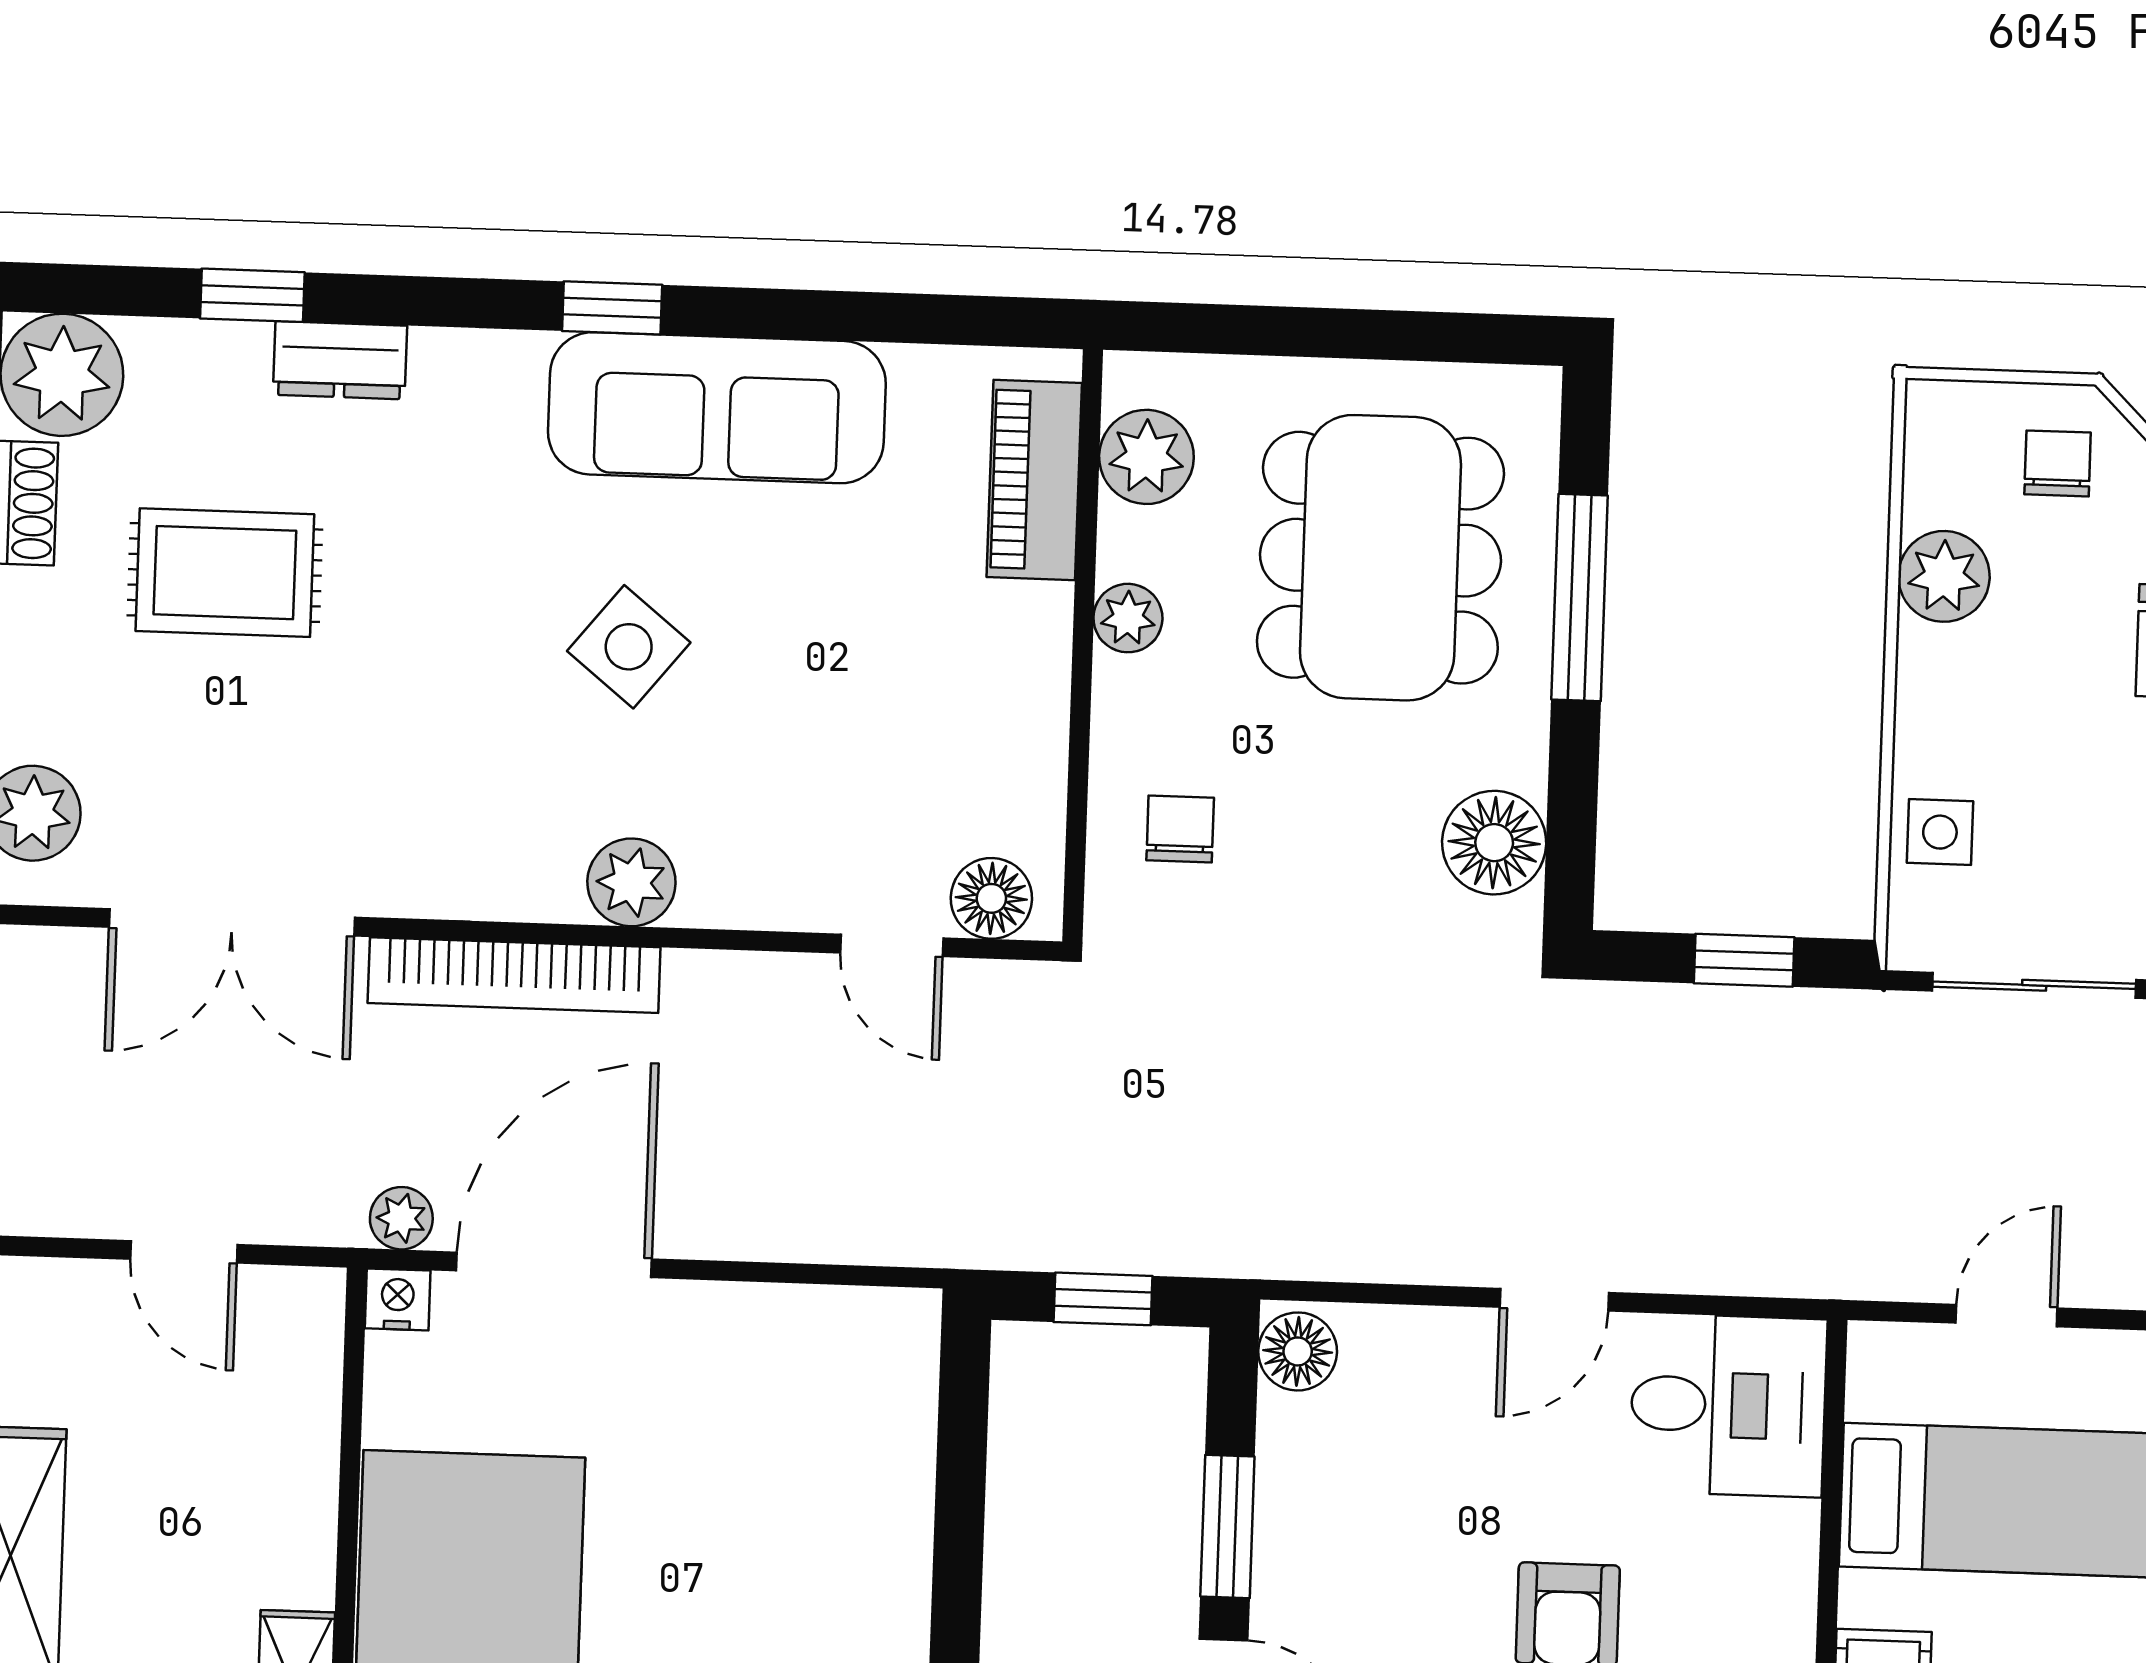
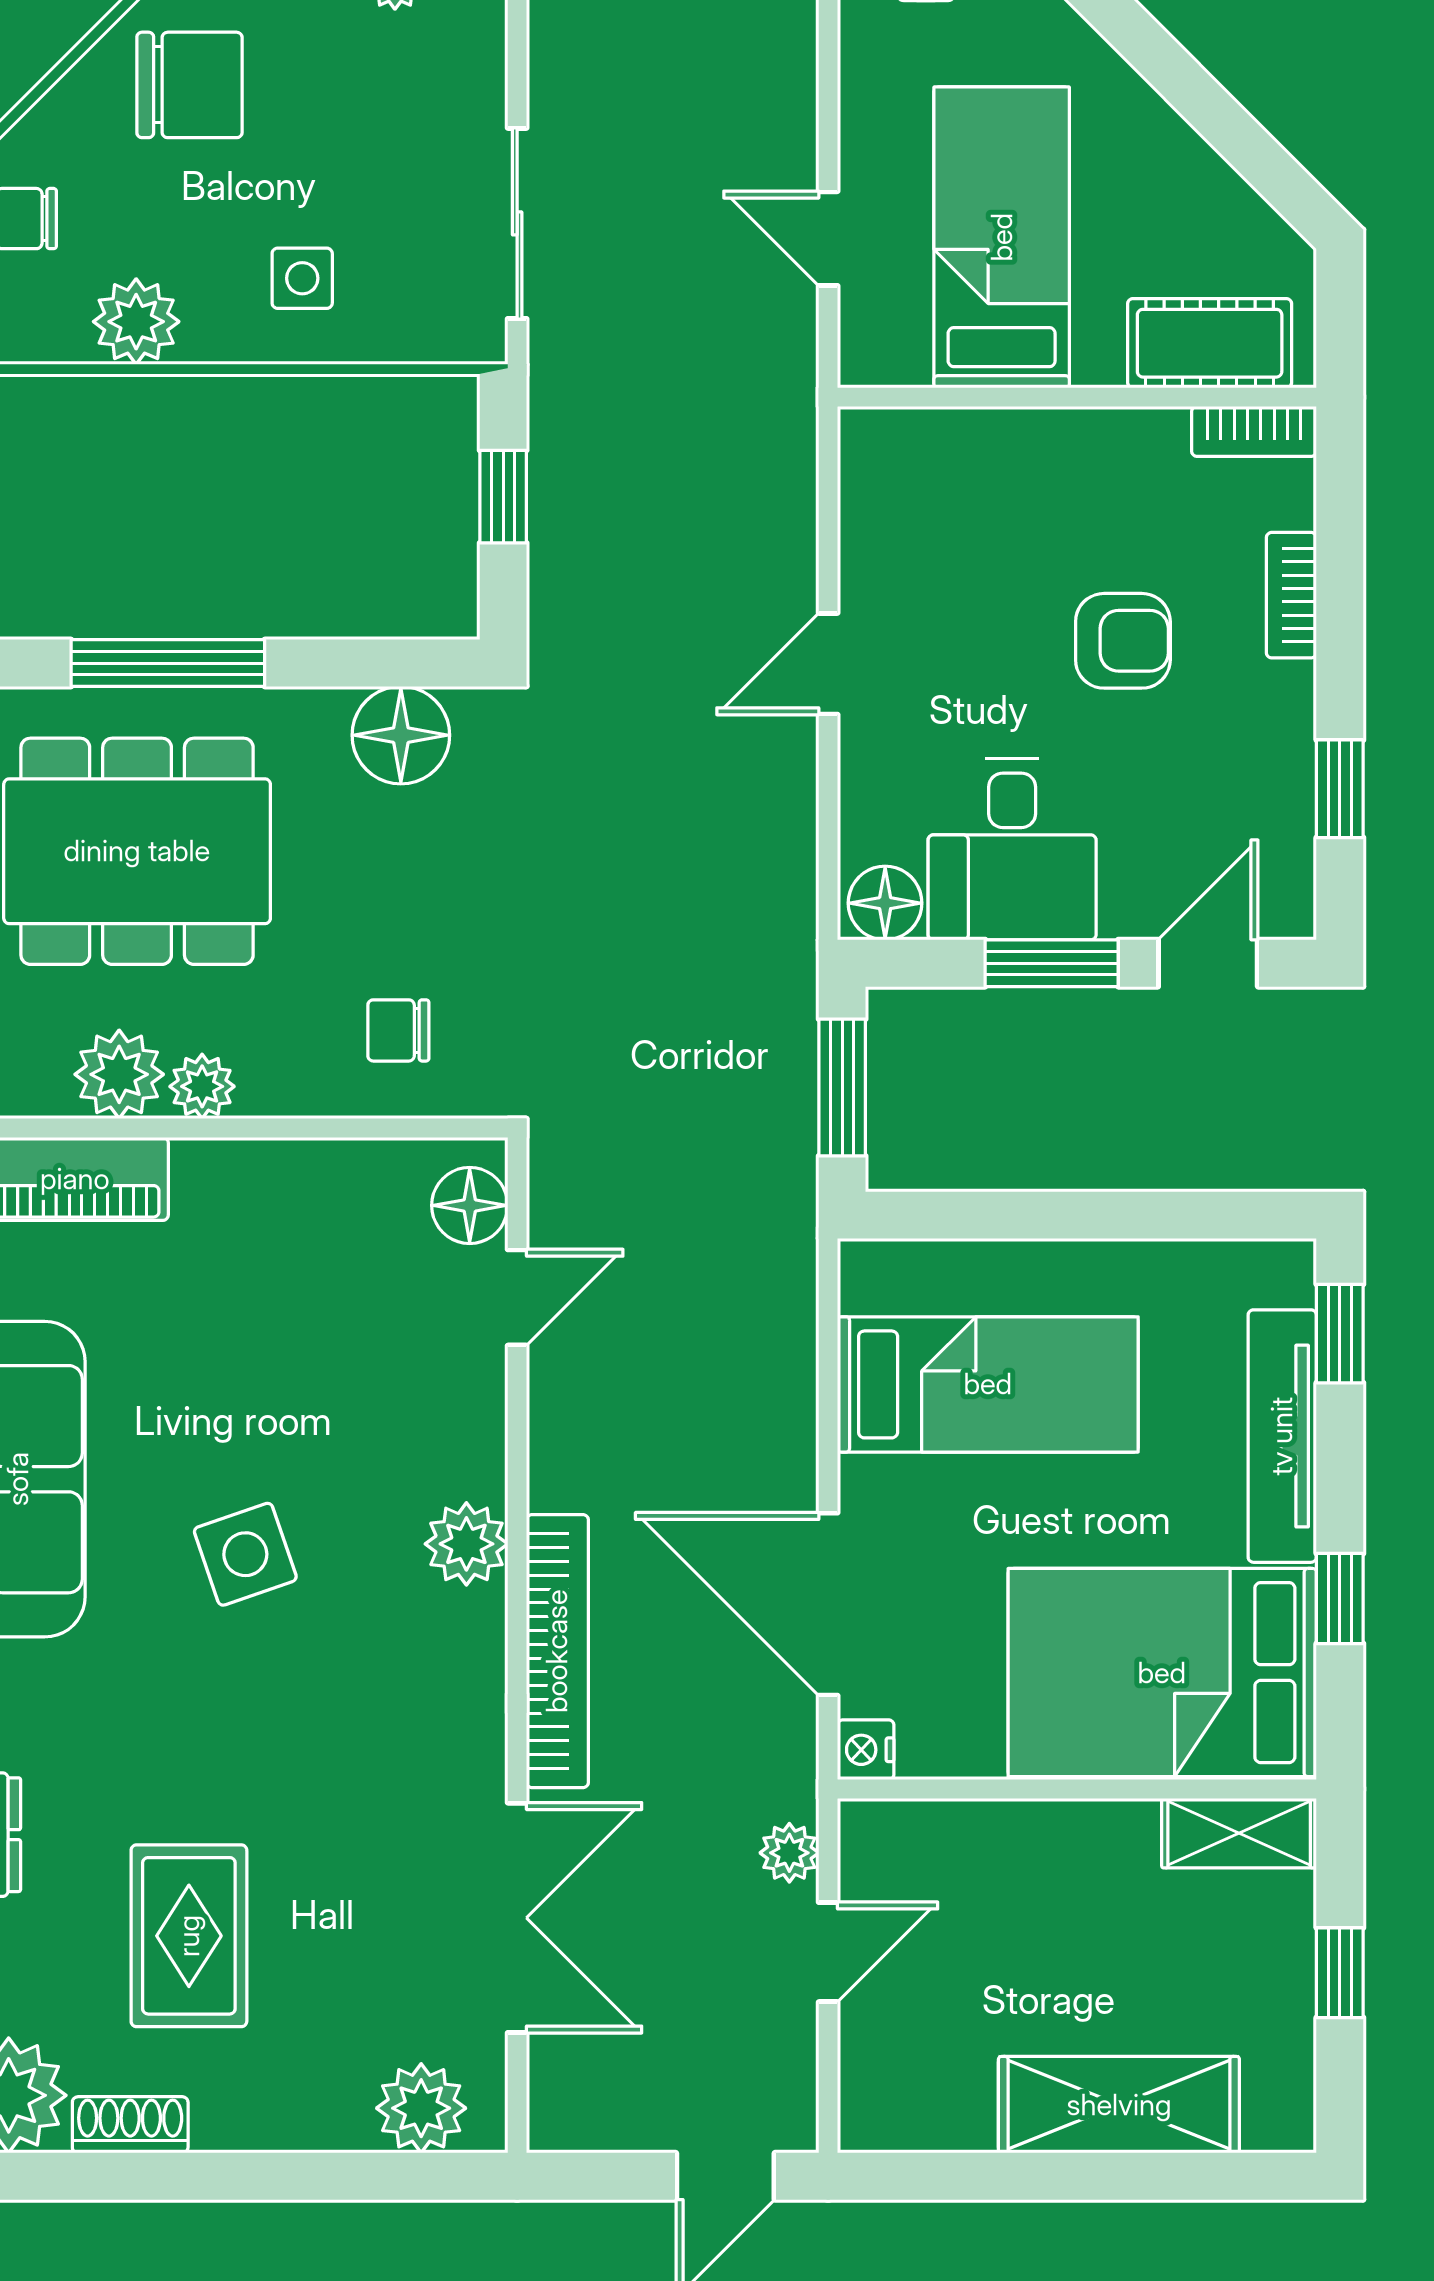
plant: (1146, 457) -> (119, 1074), moved
side table: (629, 647) -> (245, 1554), turned 32
side table: (1940, 832) -> (302, 278), moved
plant: (401, 1218) -> (789, 1853), moved
window: (1103, 1299) -> (842, 1088), width x1.50
door: (1554, 1300) -> (828, 664), swing flipped
desk: (1728, 1405) -> (1012, 849), moved, turned 180
bed: (782, 1443) -> (988, 1384), added

